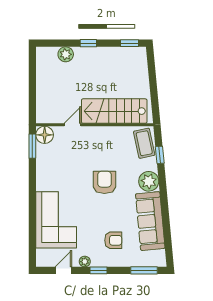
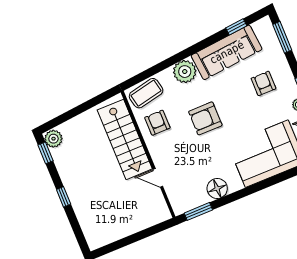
plant: (66, 54) -> (53, 139), moved
floor lamp: (45, 135) -> (217, 188), moved
armchair: (117, 143) -> (157, 123), added
window: (160, 155) -> (236, 27), moved

